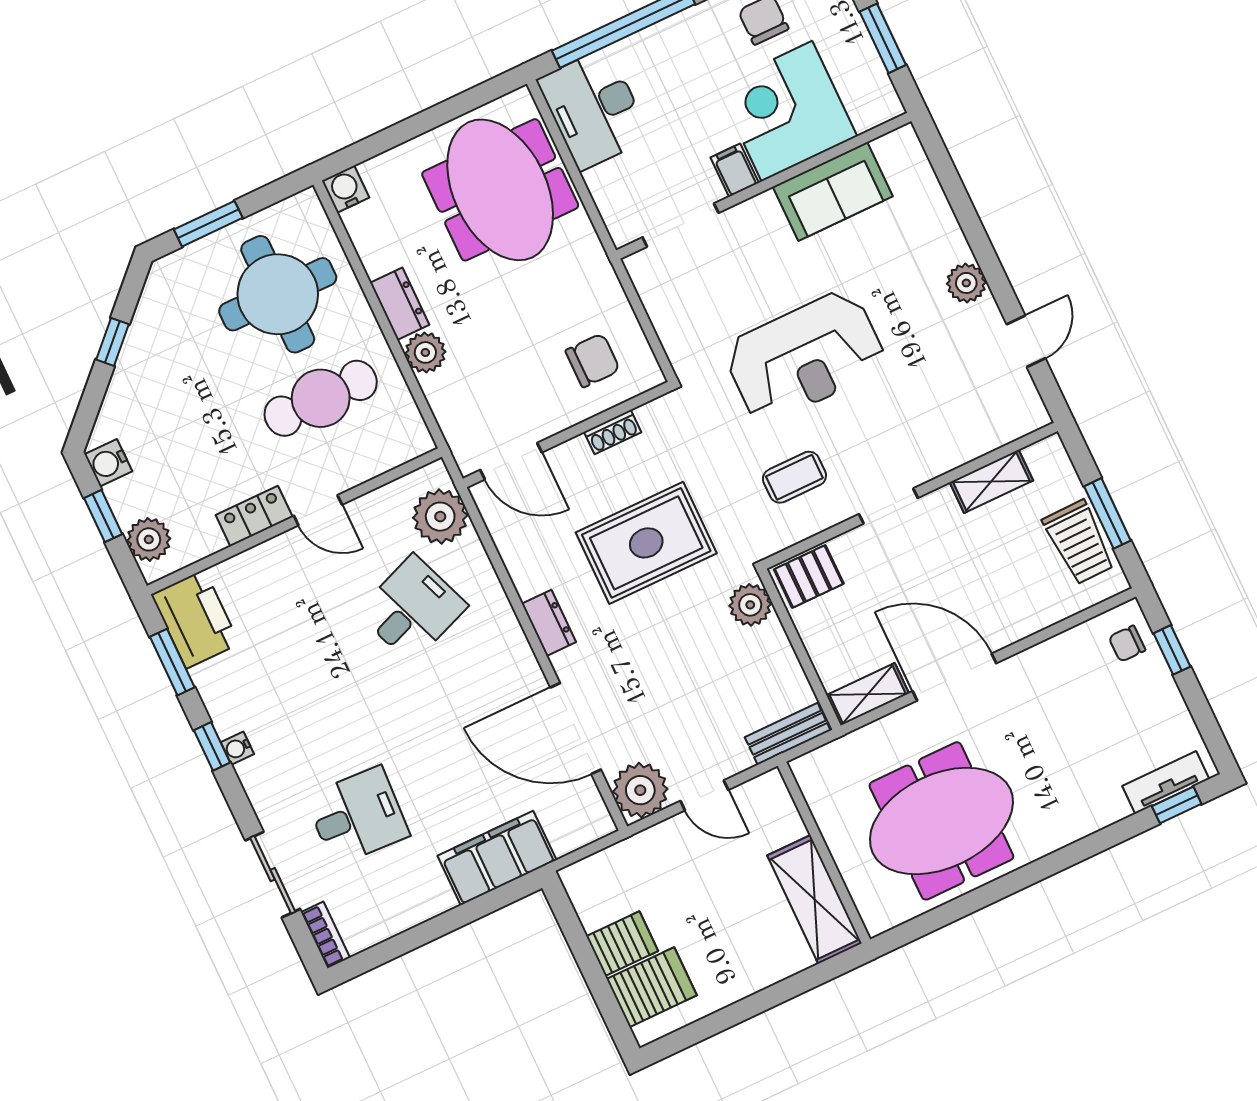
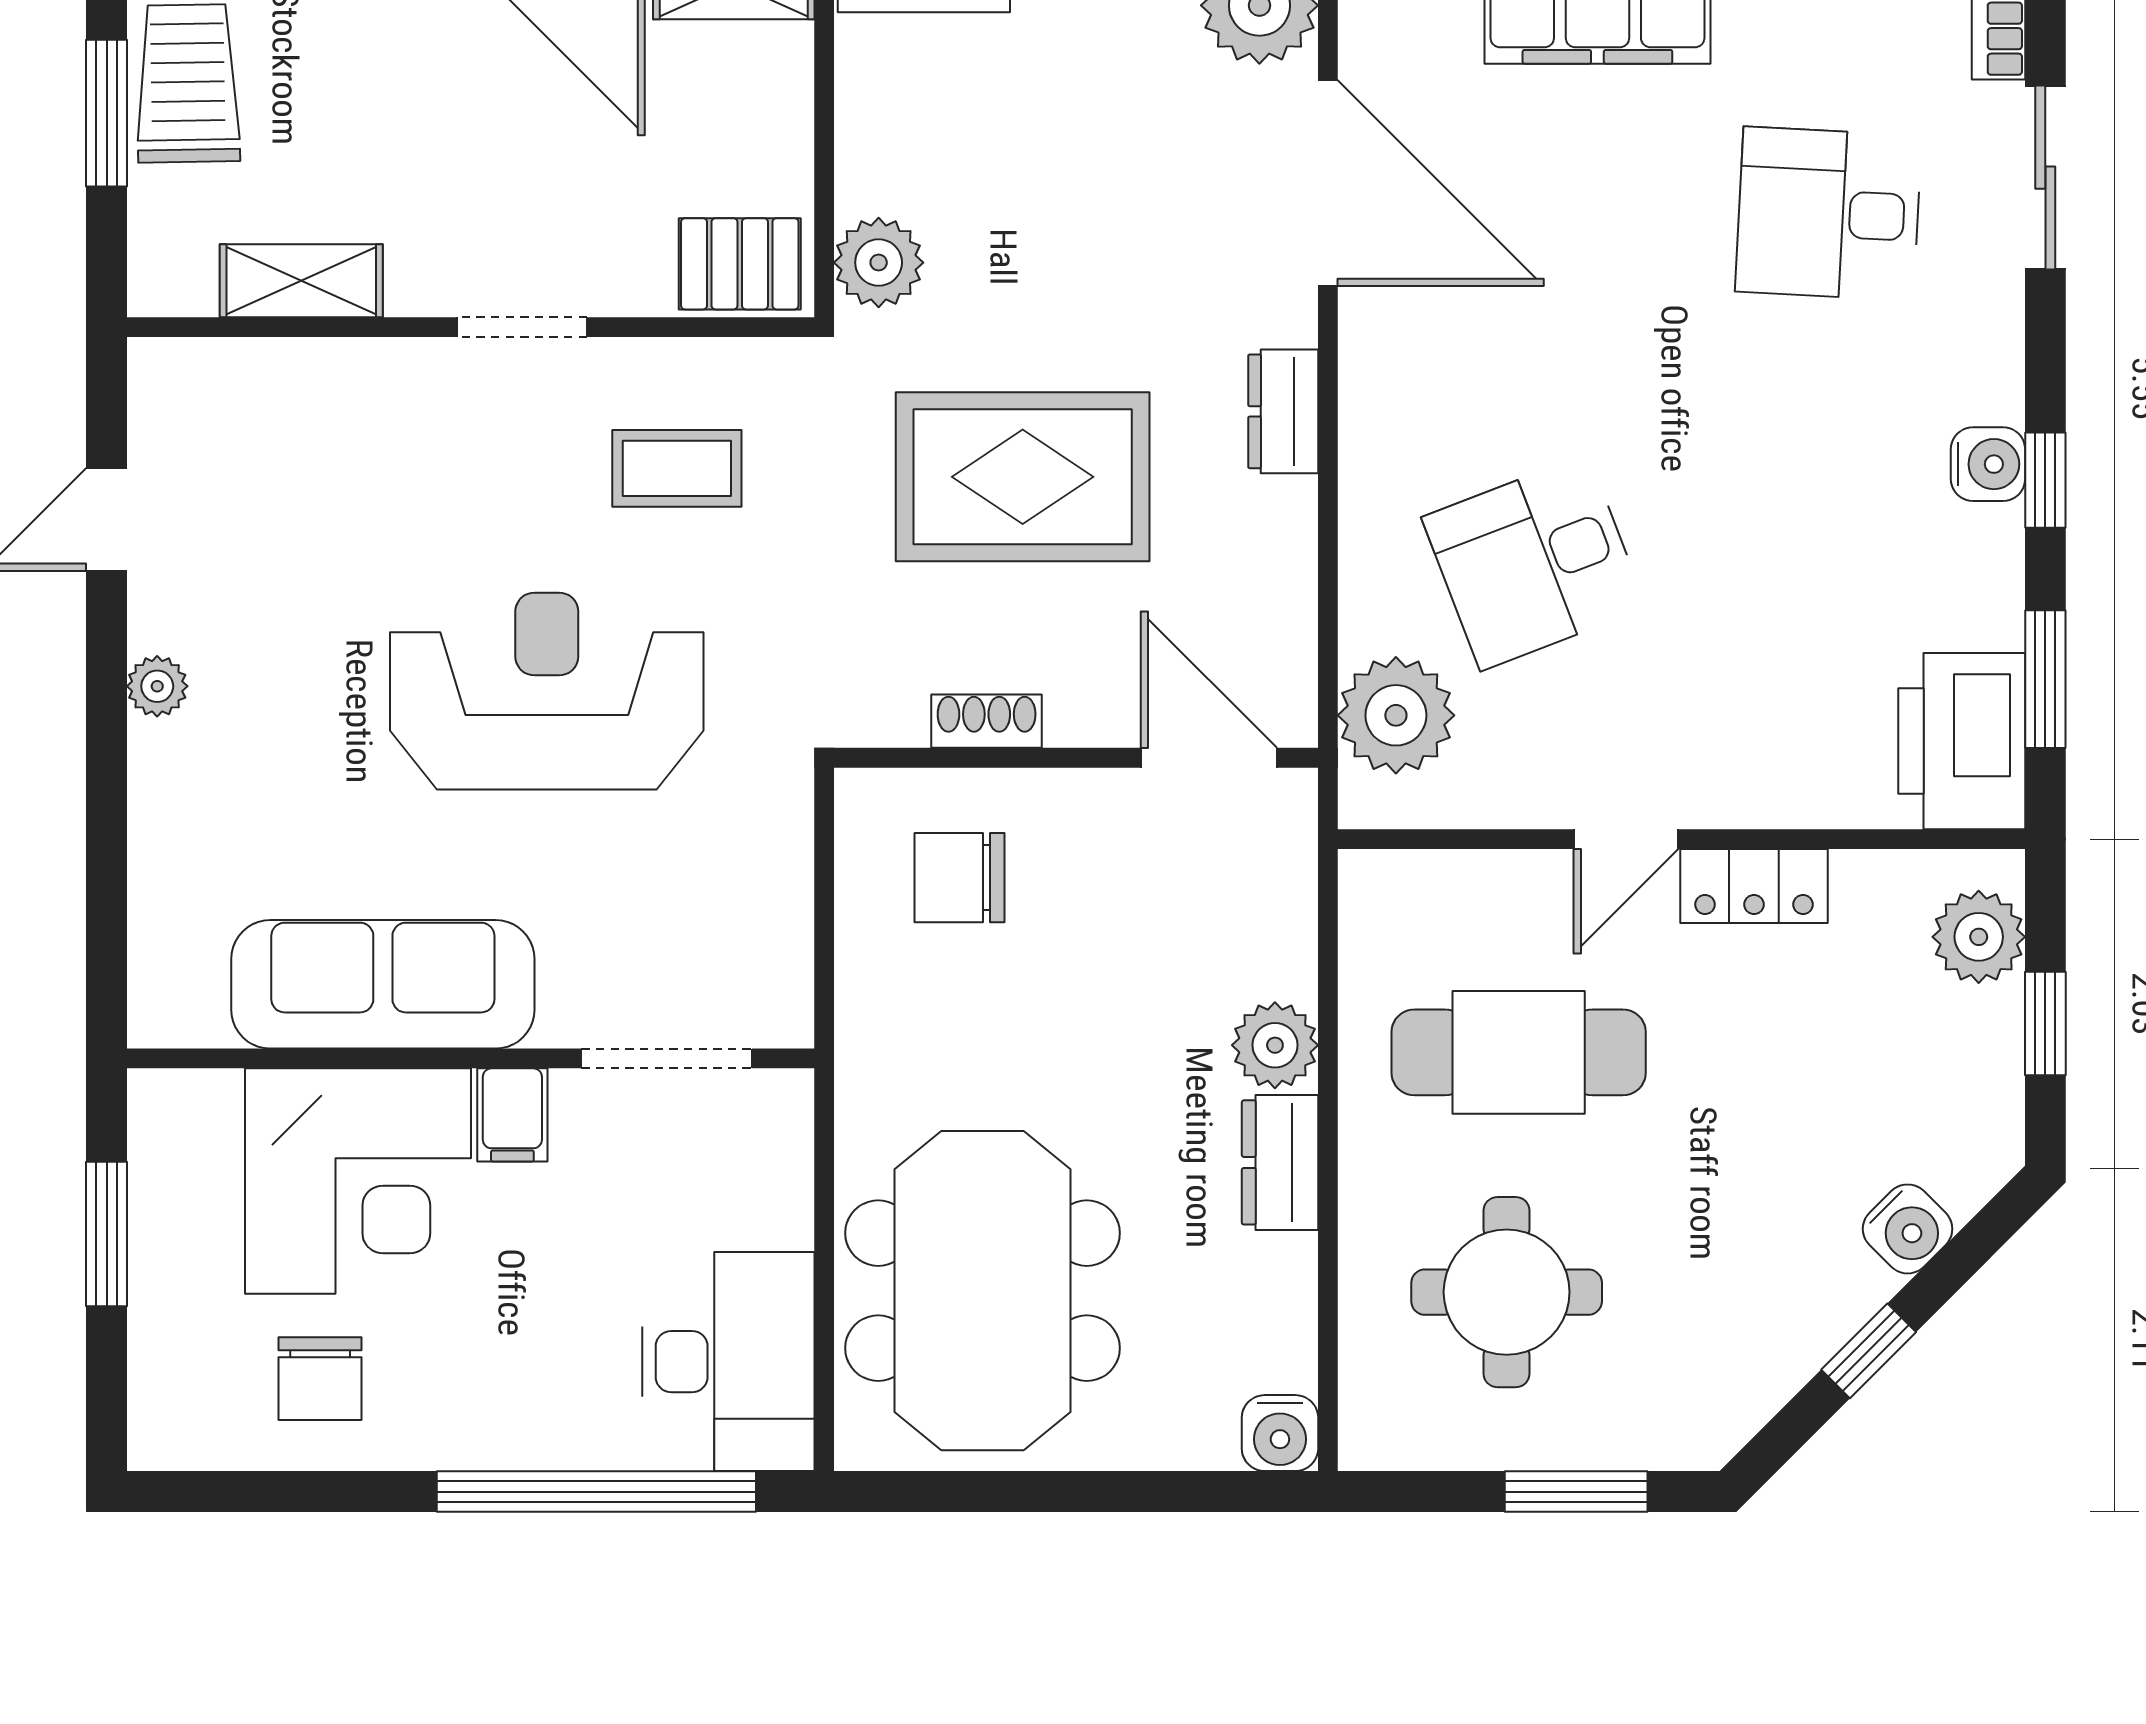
sofa: (833, 192) -> (383, 984), width x1.36
plant: (966, 283) -> (157, 686), width x0.73, depth x0.73
round table: (278, 294) -> (1507, 1292), width x0.73, depth x0.73
water cooler: (108, 463) -> (1908, 1229), moved, turned 45
door: (318, 510) -> (1626, 839), swing flipped
water cooler: (237, 748) -> (1988, 464), width x1.38, depth x1.38

